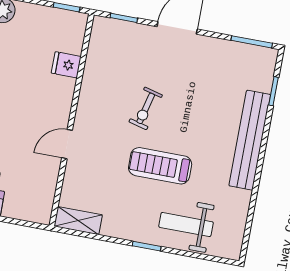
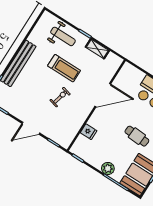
door: (67, 144) -> (103, 95), width x1.88
shelving: (78, 221) -> (97, 49), moved

